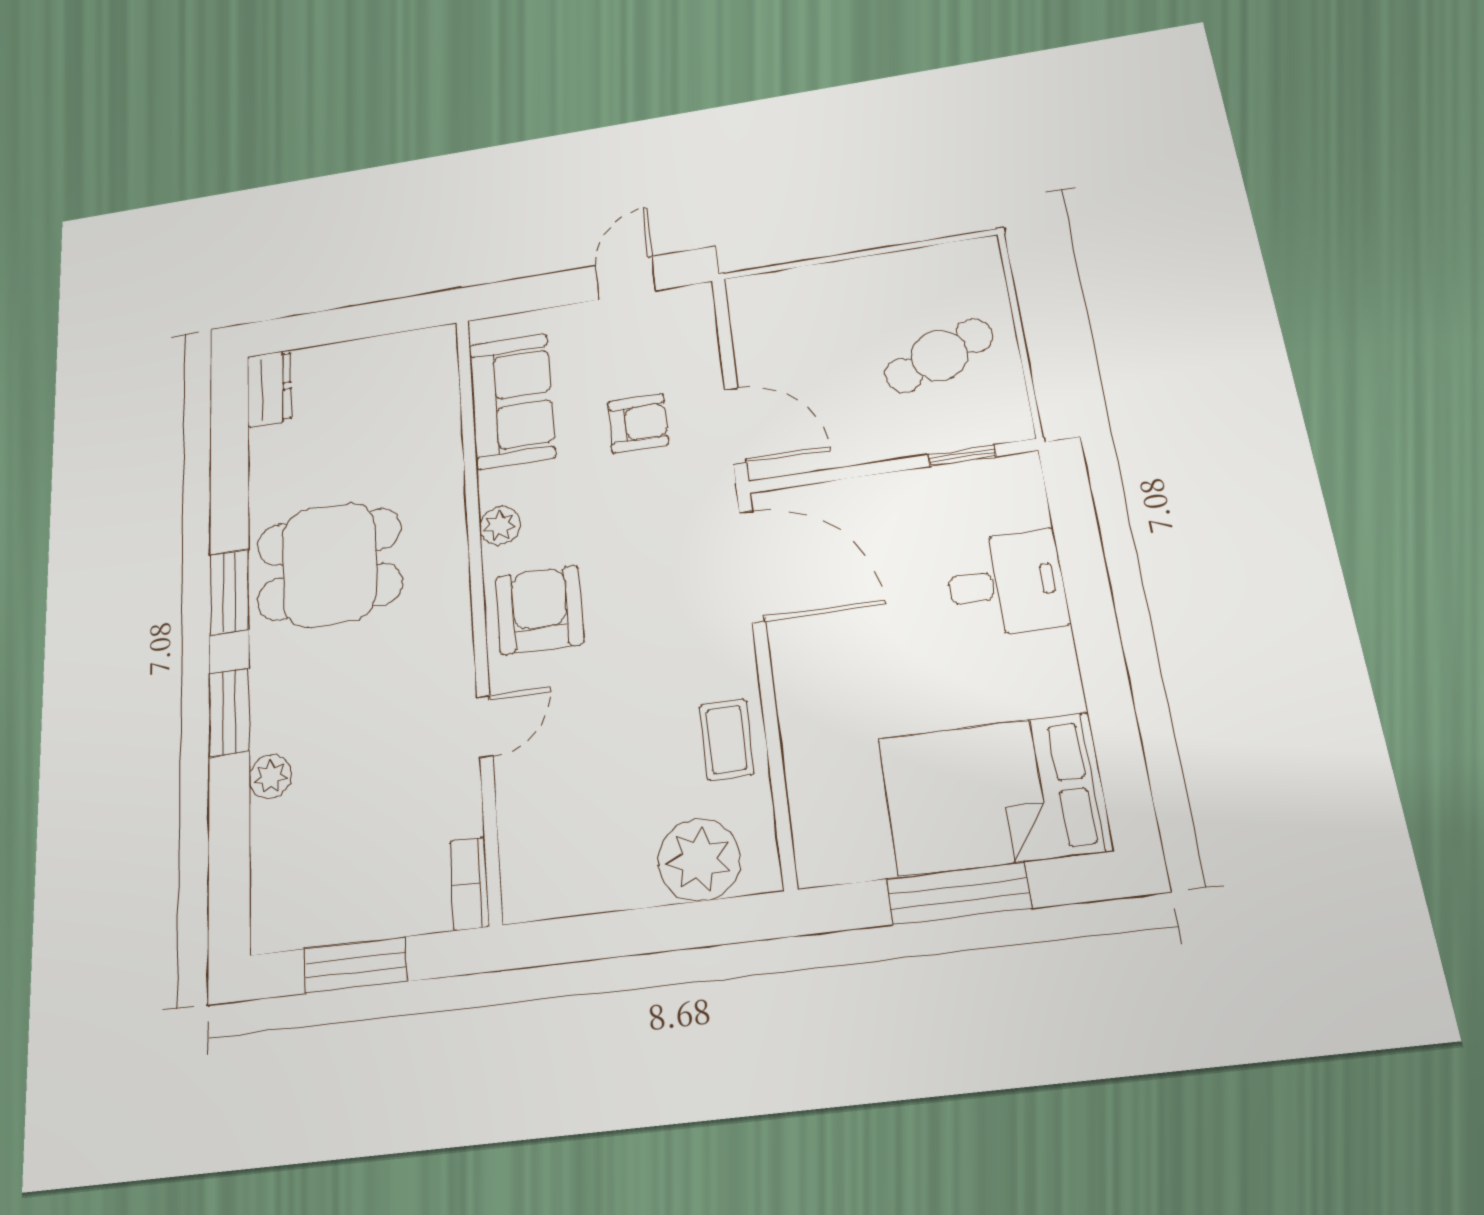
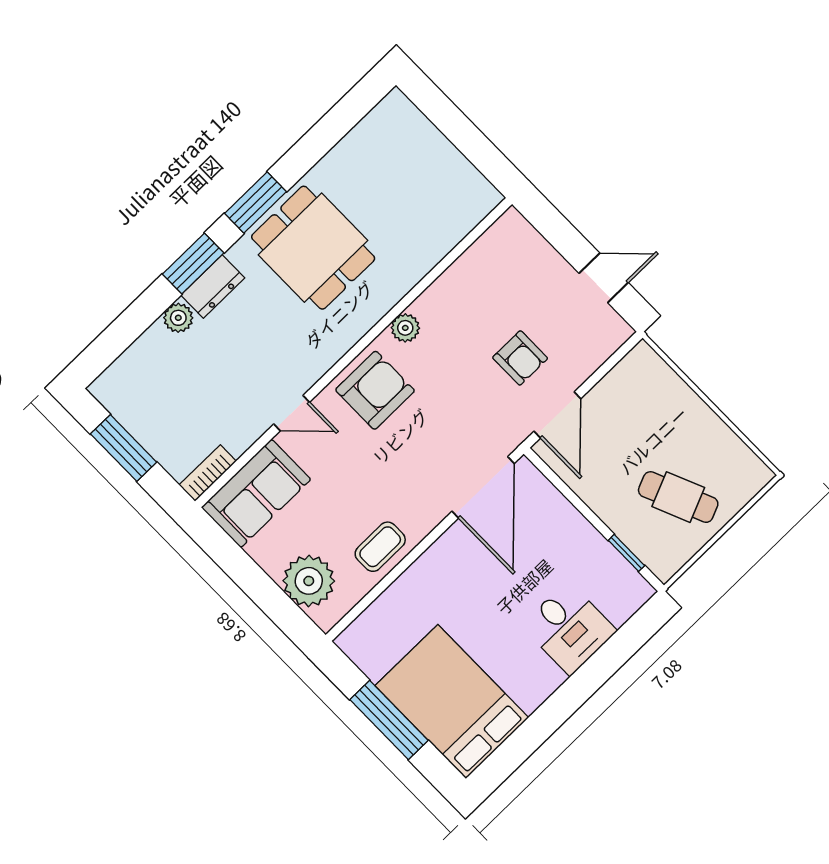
dresser: (269, 389) -> (213, 287), moved
sofa: (512, 401) -> (256, 493), moved

